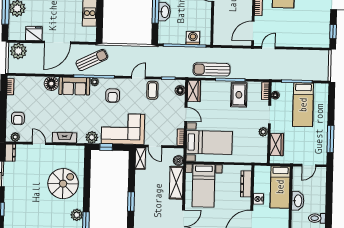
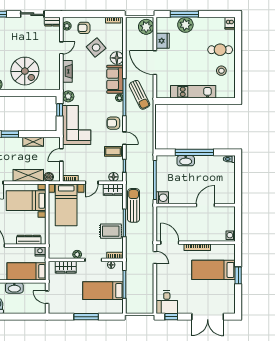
desk: (317, 36) -> (167, 302), added
washing machine: (193, 38) -> (162, 198), moved
armchair: (113, 96) -> (113, 123), moved
side table: (39, 106) -> (96, 48), added
window: (330, 139) -> (86, 317), moved
shelving: (140, 158) -> (33, 142), moved
nightstand: (258, 199) -> (40, 252), moved

